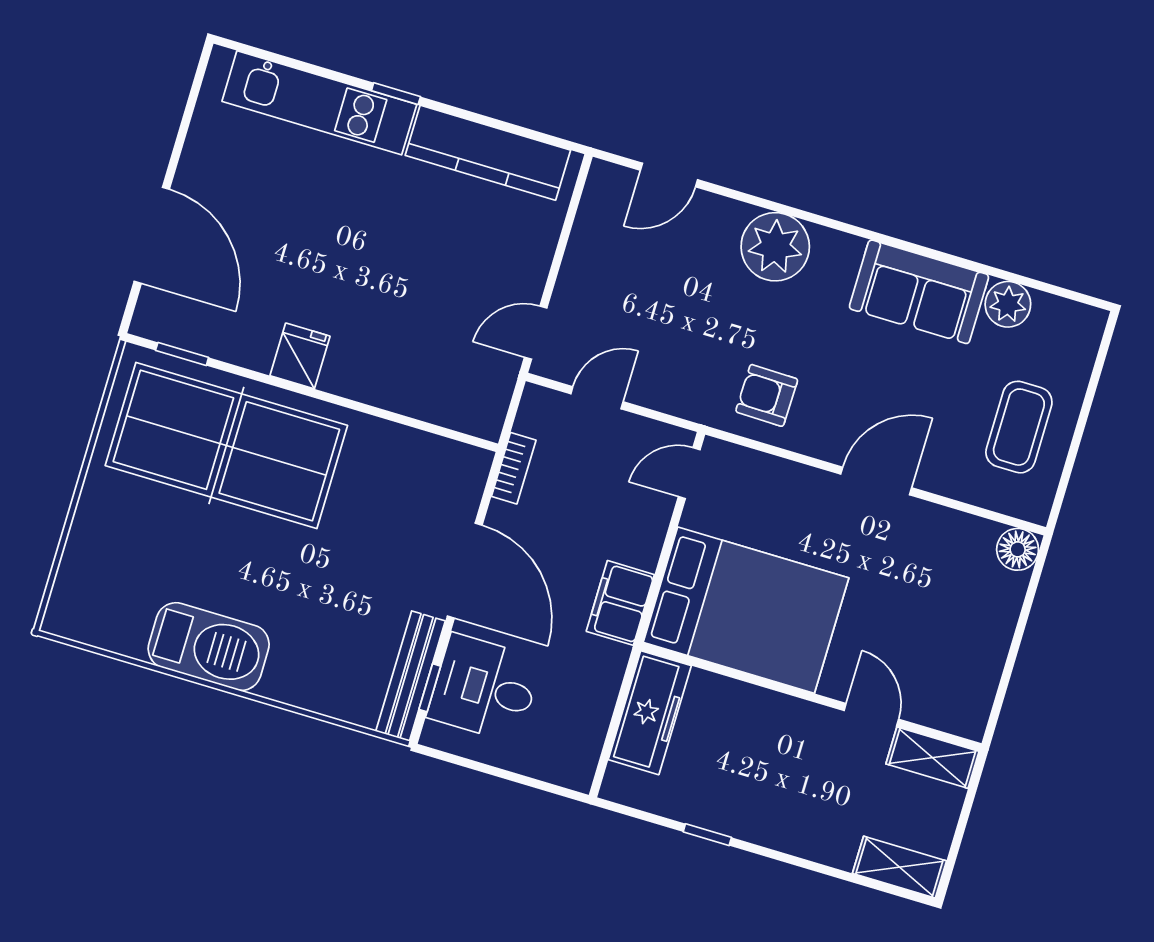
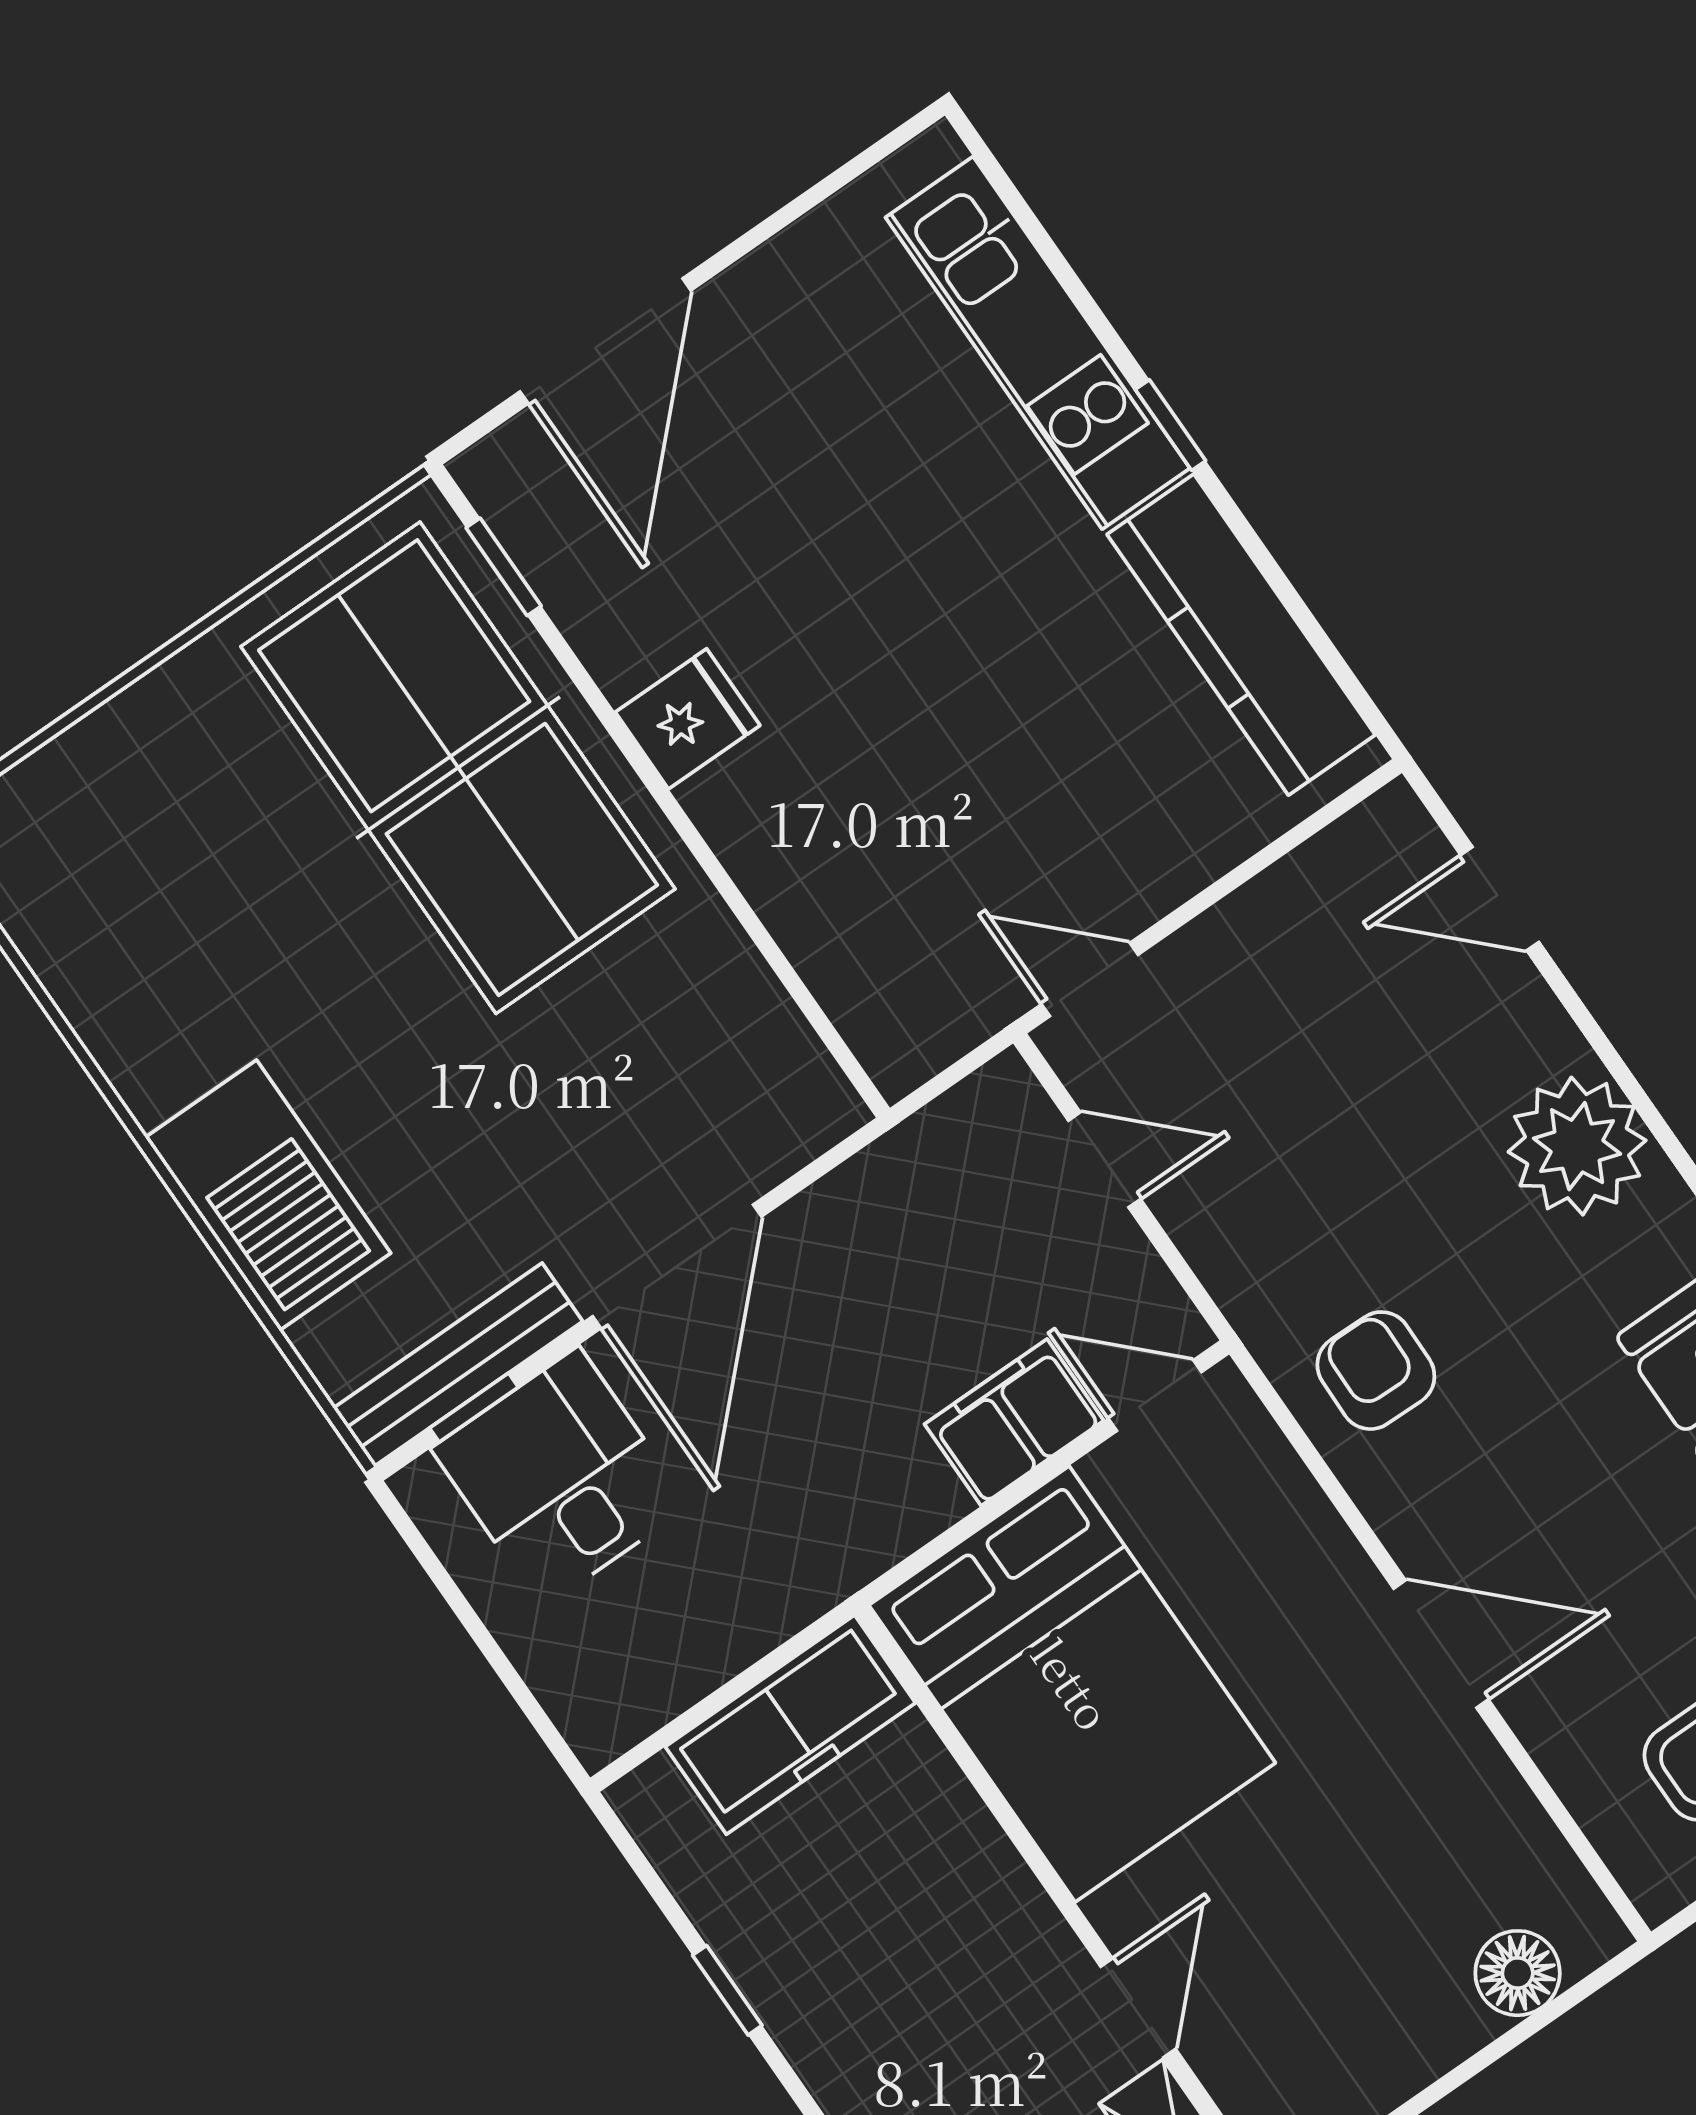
bookcase: (514, 468) -> (884, 1166), removed
floor lamp: (1018, 549) -> (1518, 1973), moved
filing cabinet: (620, 603) -> (1014, 1422), moved
barbecue: (209, 647) -> (268, 1195), moved

